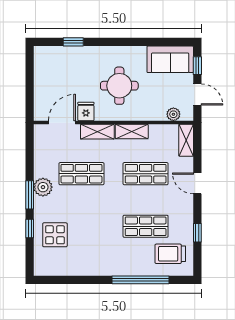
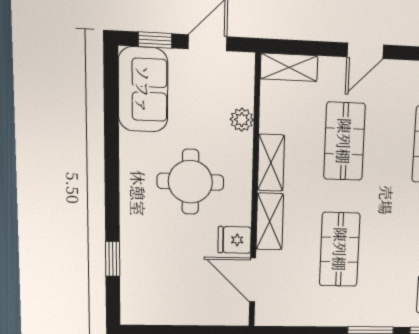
plant: (173, 114) -> (242, 120), moved
plant: (43, 187) -> (359, 312), removed

